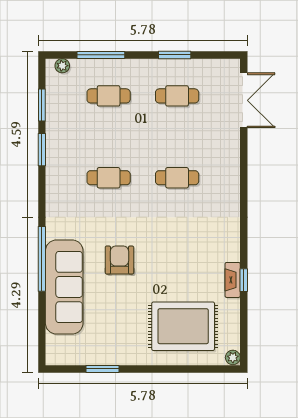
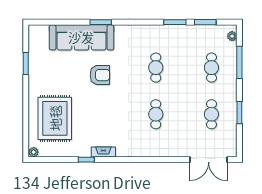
window: (42, 259) -> (101, 22), width x0.47
fireplace: (233, 280) -> (103, 152), moved

